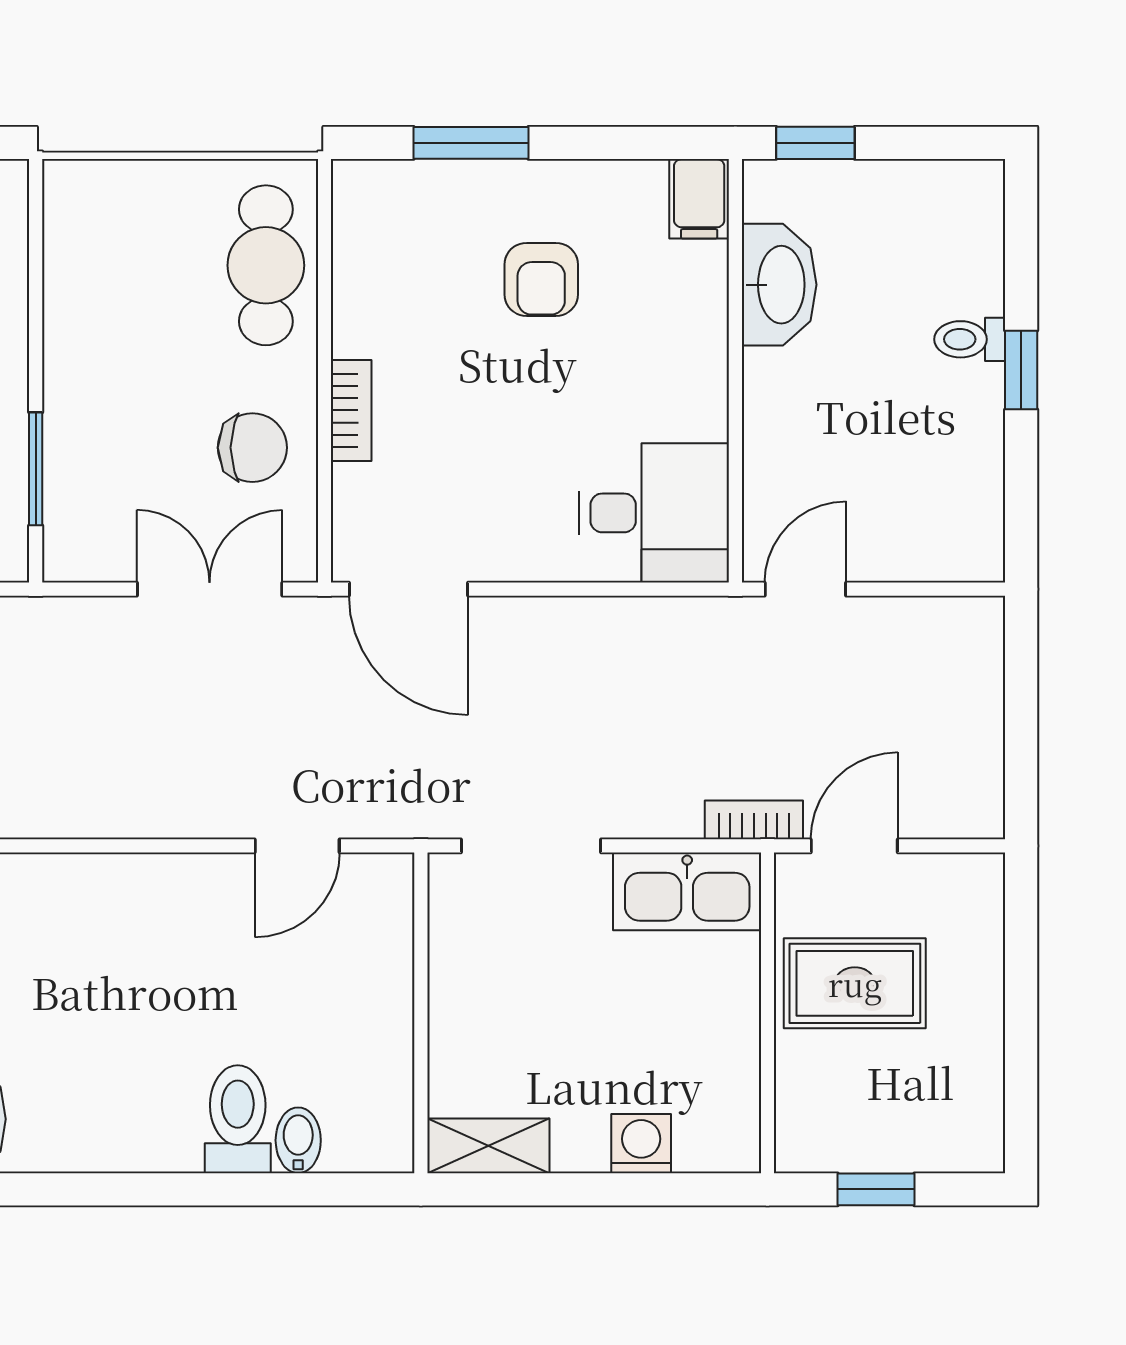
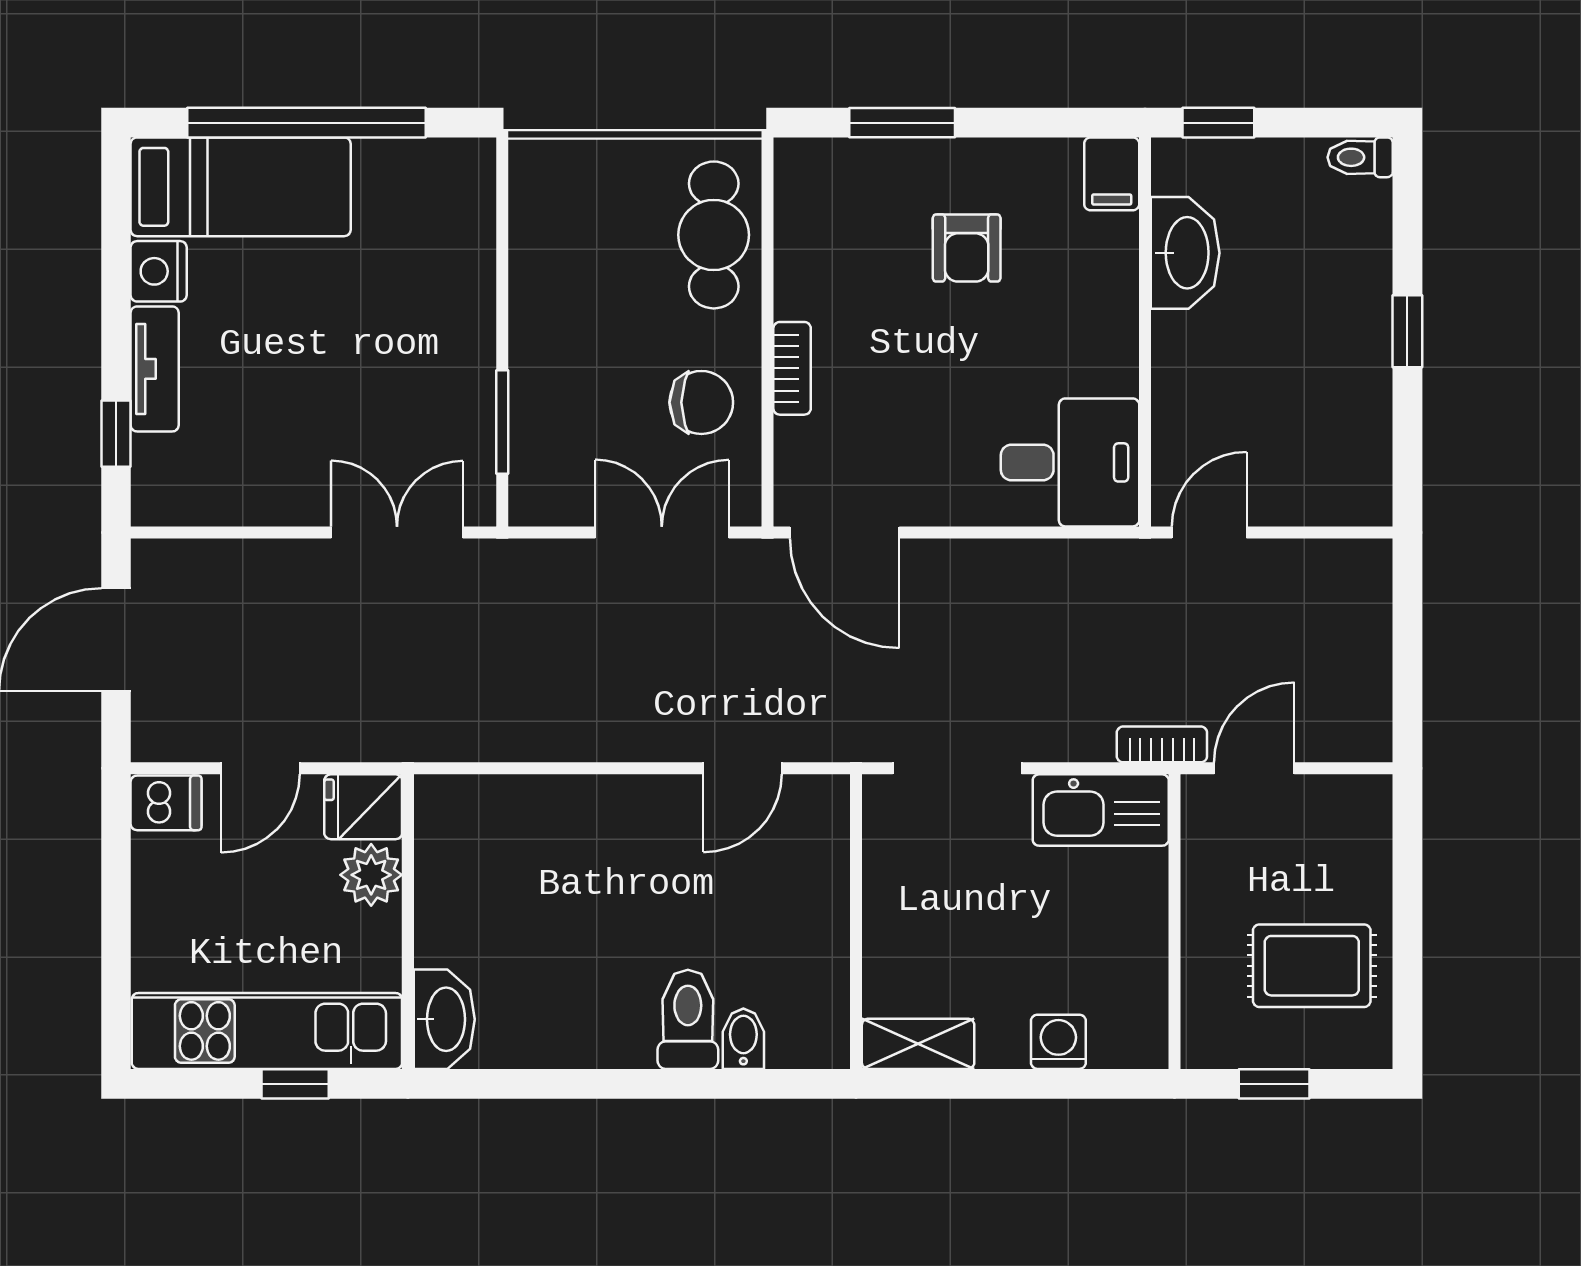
toilet: (970, 339) -> (1360, 157), moved
rug: (855, 983) -> (1312, 966), moved

